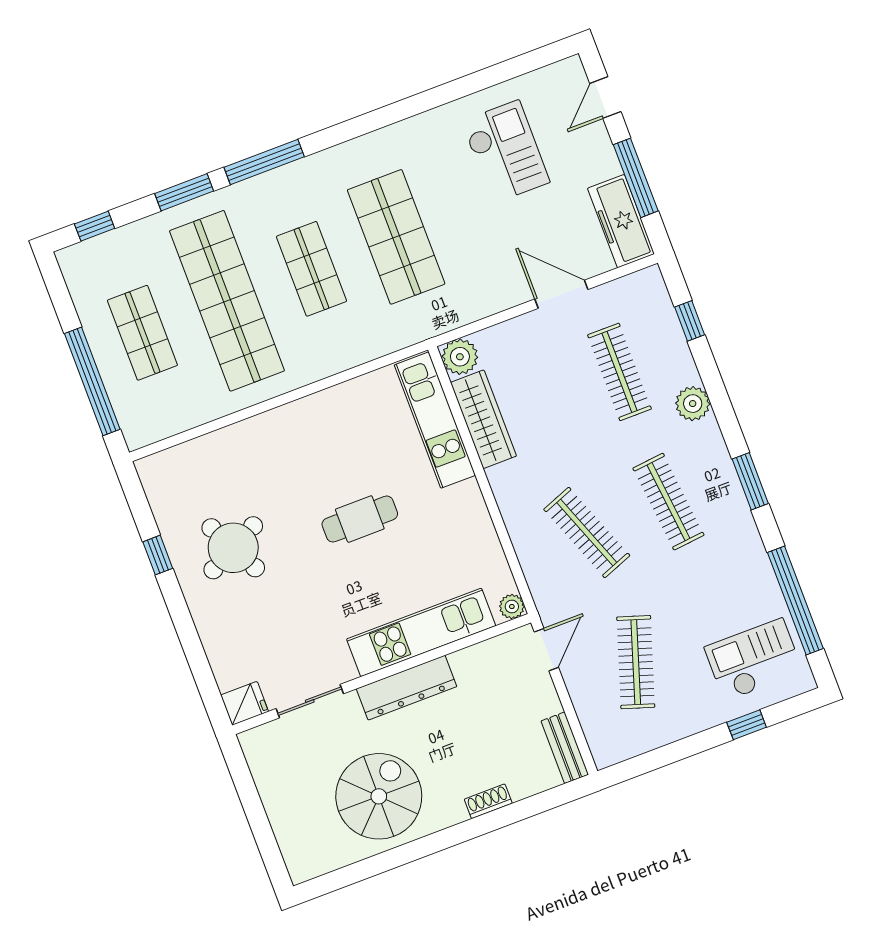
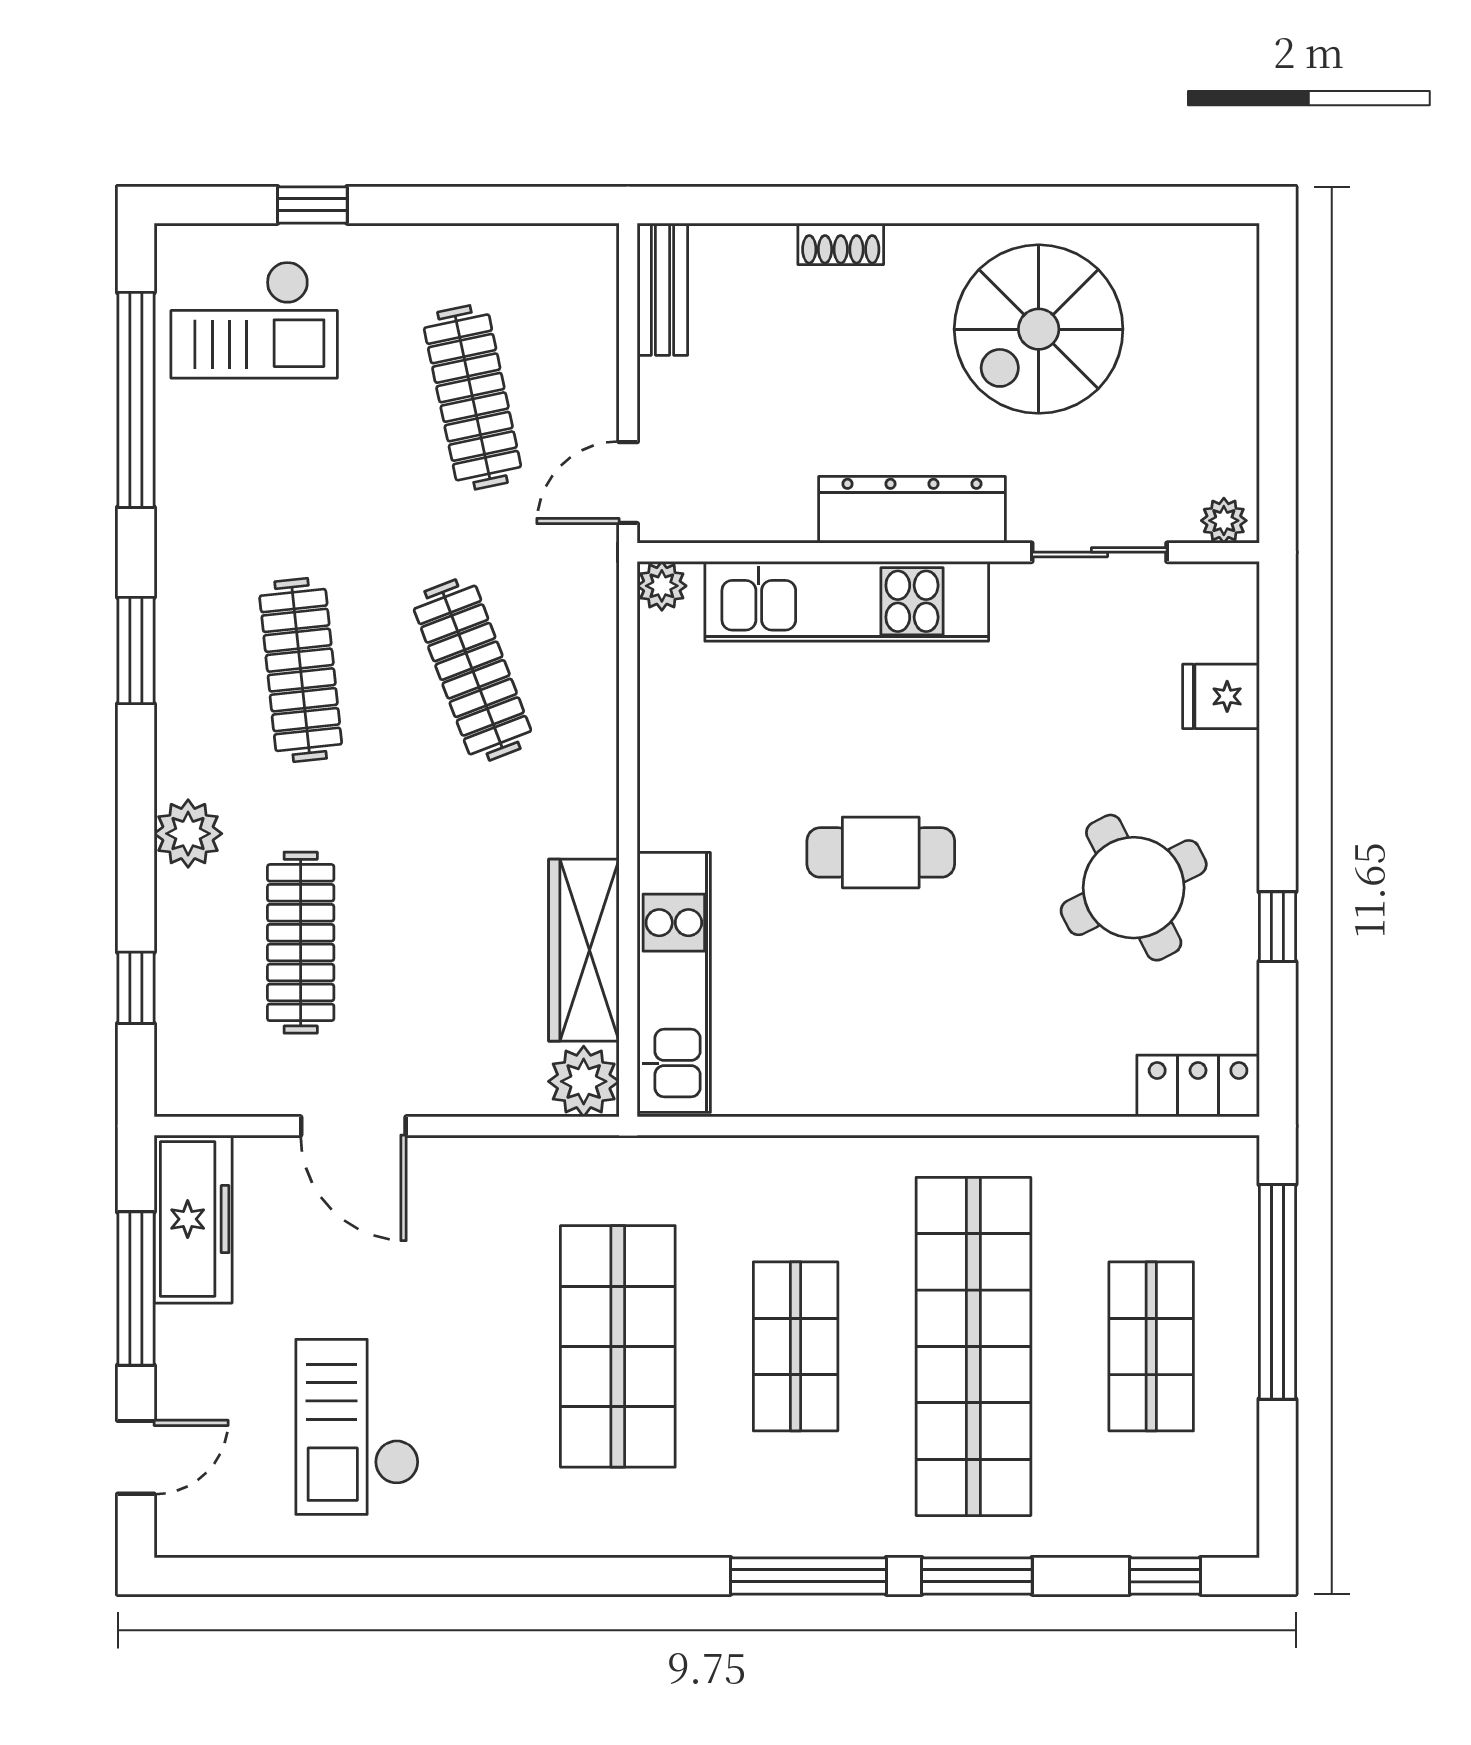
locker: (167, 465) -> (1198, 1086), added
clothes rail: (636, 662) -> (472, 397), turned -30
fridge: (245, 703) -> (1221, 696), moved
plant: (256, 739) -> (1224, 521), added

